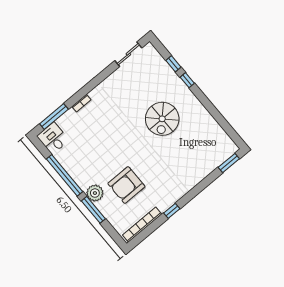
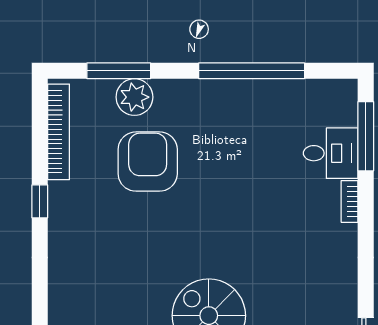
desk: (53, 138) -> (331, 153), moved
plant: (95, 193) -> (134, 97), moved
window: (93, 210) -> (119, 71), moved

